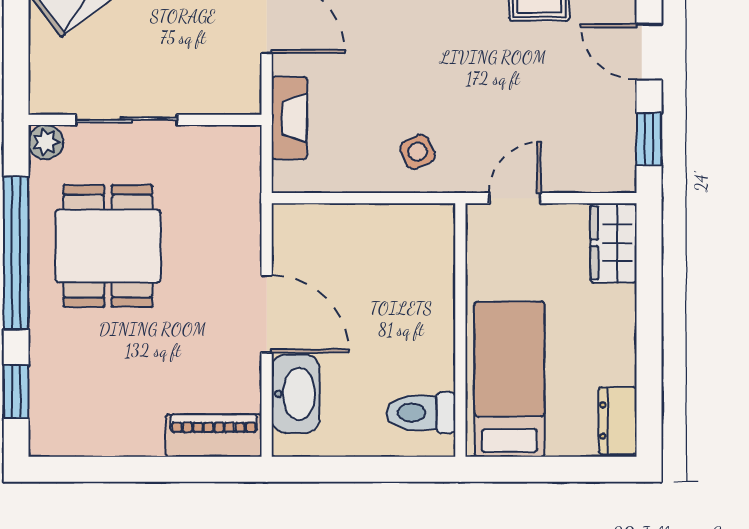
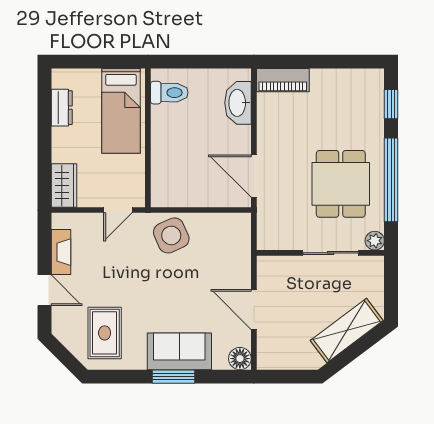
fireplace: (289, 118) -> (61, 252), moved, turned 180
window: (649, 139) -> (44, 242), removed
side table: (418, 152) -> (171, 235), width x1.87, depth x1.87
door: (267, 314) -> (254, 176), moved
dresser: (618, 421) -> (62, 108), moved

